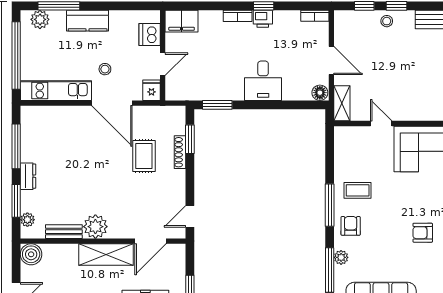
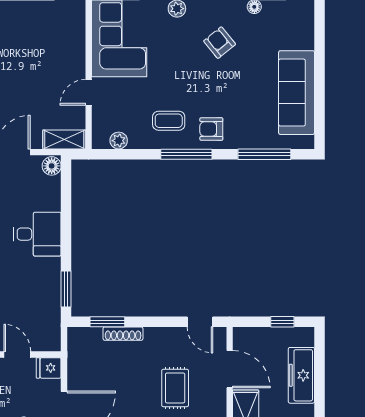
rug: (144, 156) -> (175, 388), moved, turned 90
coffee table: (358, 190) -> (169, 121), turned 90
armchair: (423, 233) -> (220, 43), turned 141
plant: (341, 257) -> (119, 141), moved

